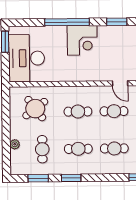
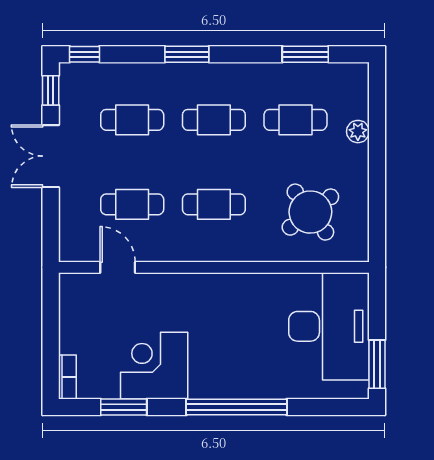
corner desk: (82, 40) -> (154, 366), moved
cafe table: (42, 149) -> (295, 120), turned 90
window: (71, 178) -> (187, 54), moved

